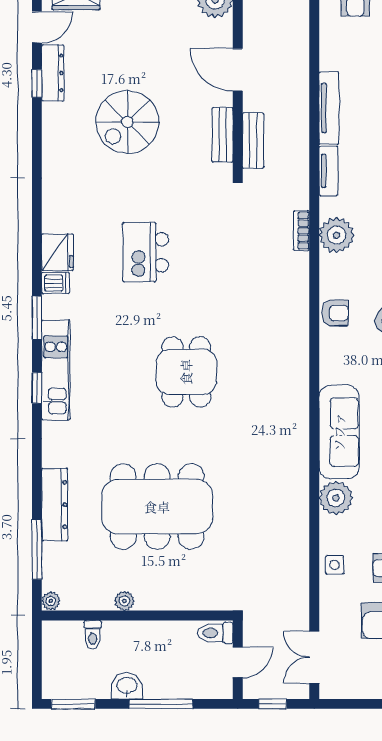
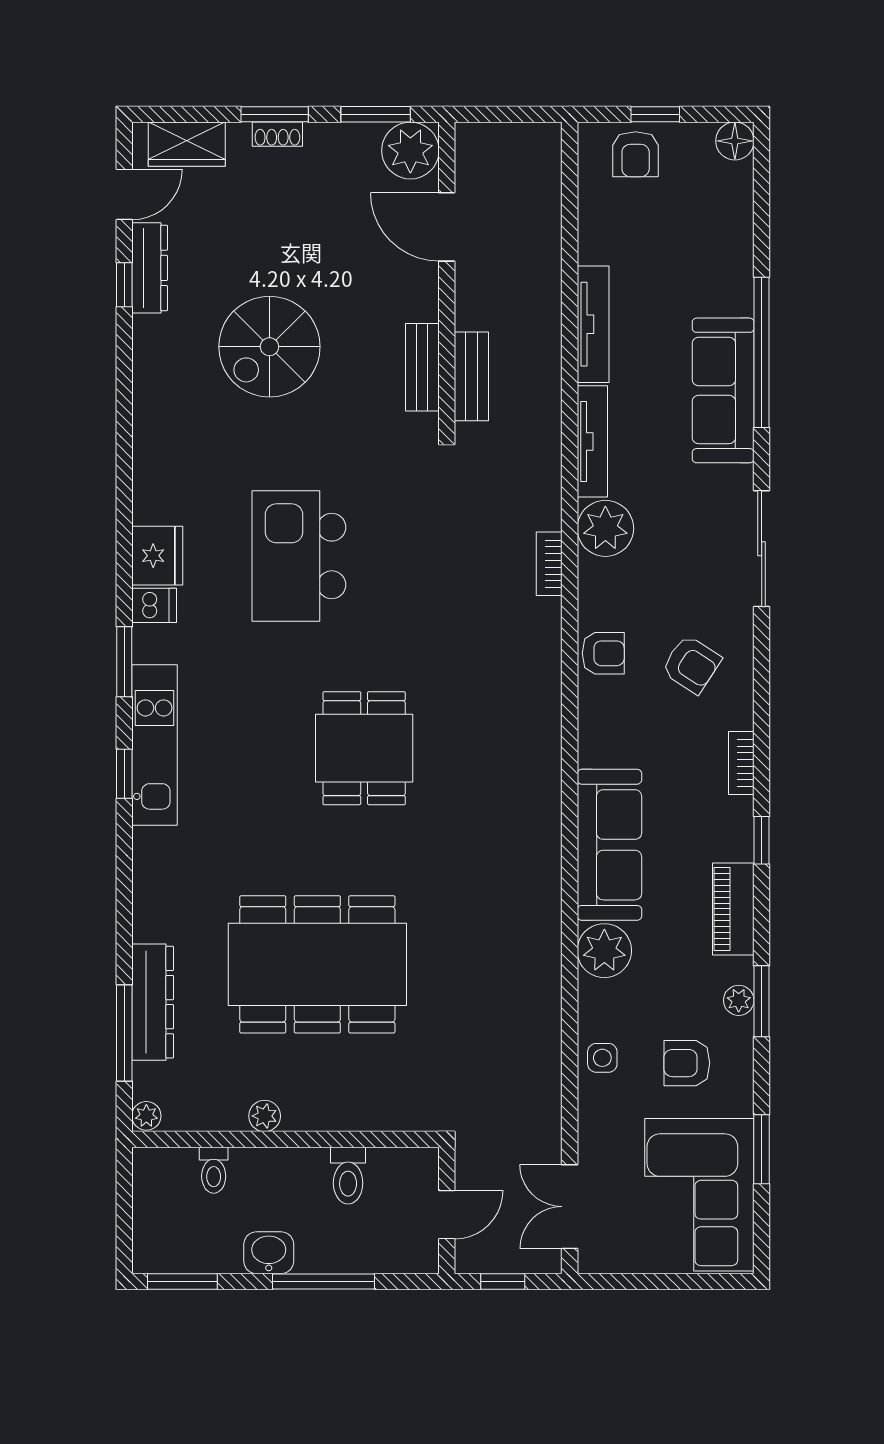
door: (238, 70) -> (447, 227), moved
tv unit: (328, 171) -> (592, 441), width x1.41
bookcase: (302, 231) -> (549, 564), moved
kitchen island: (146, 252) -> (299, 556), width x1.37, depth x1.28
dresser: (55, 505) -> (153, 1002), moved
toilet: (215, 633) -> (348, 1176), moved, turned -90

